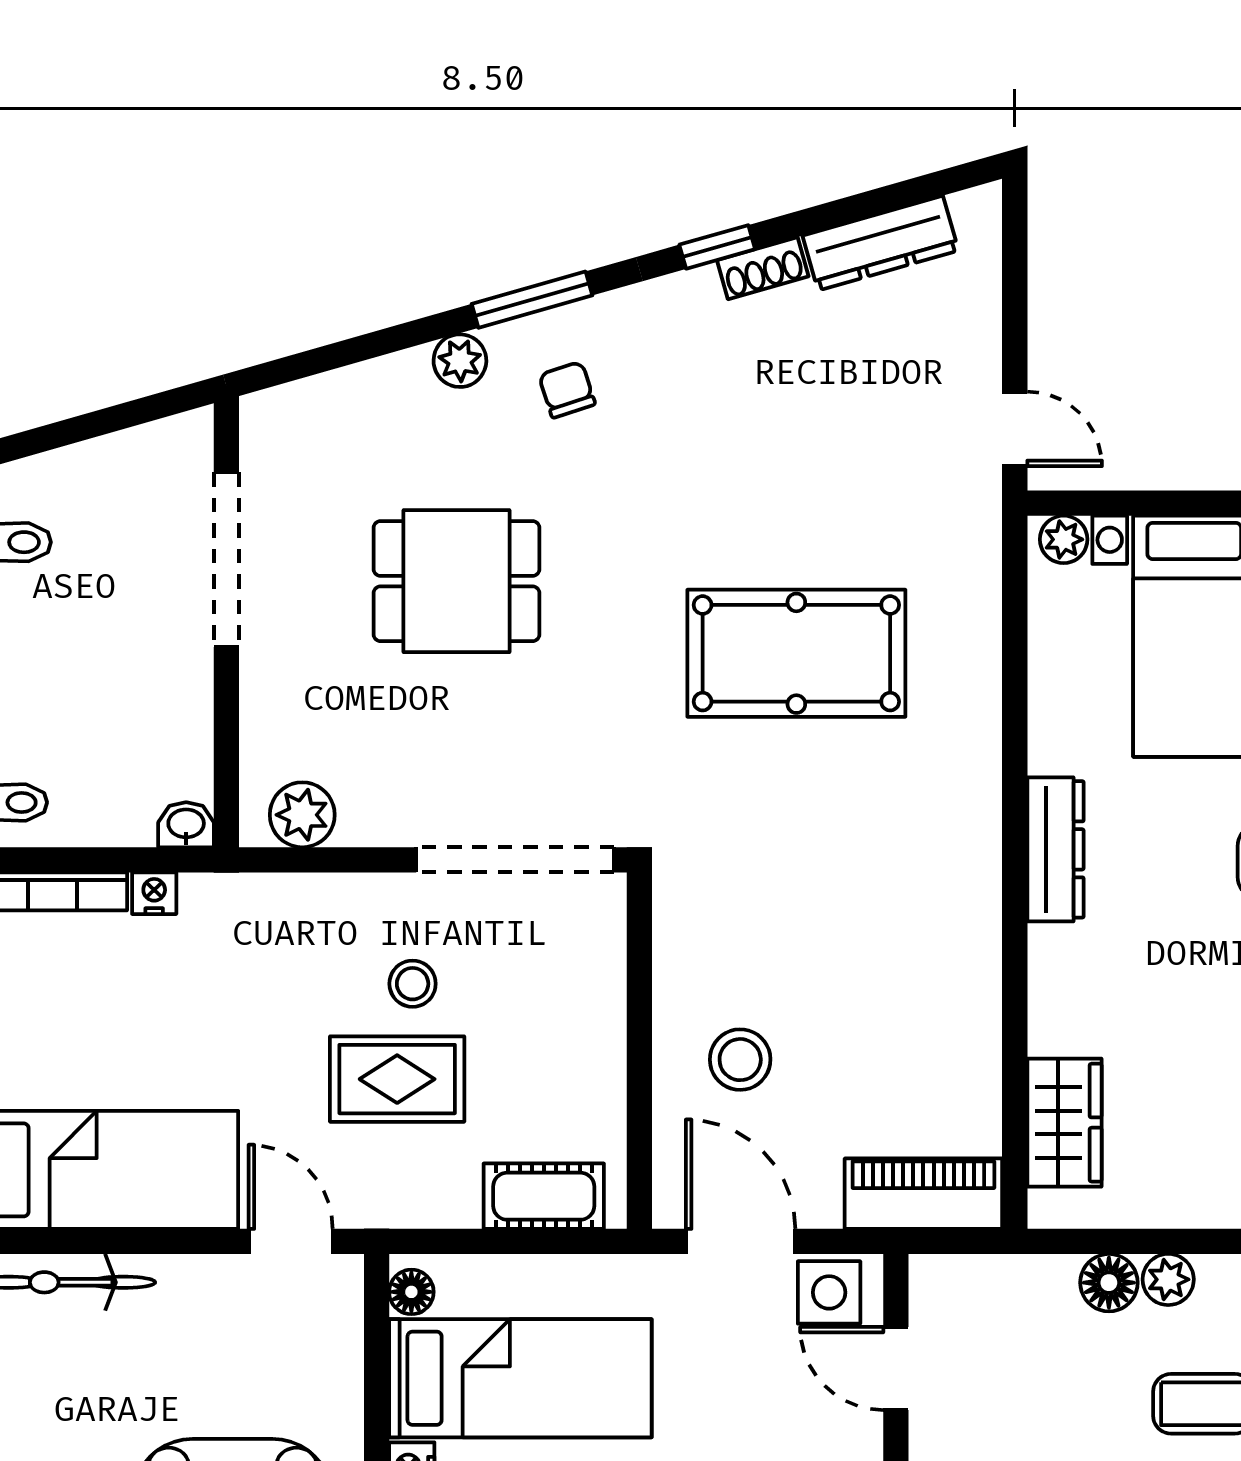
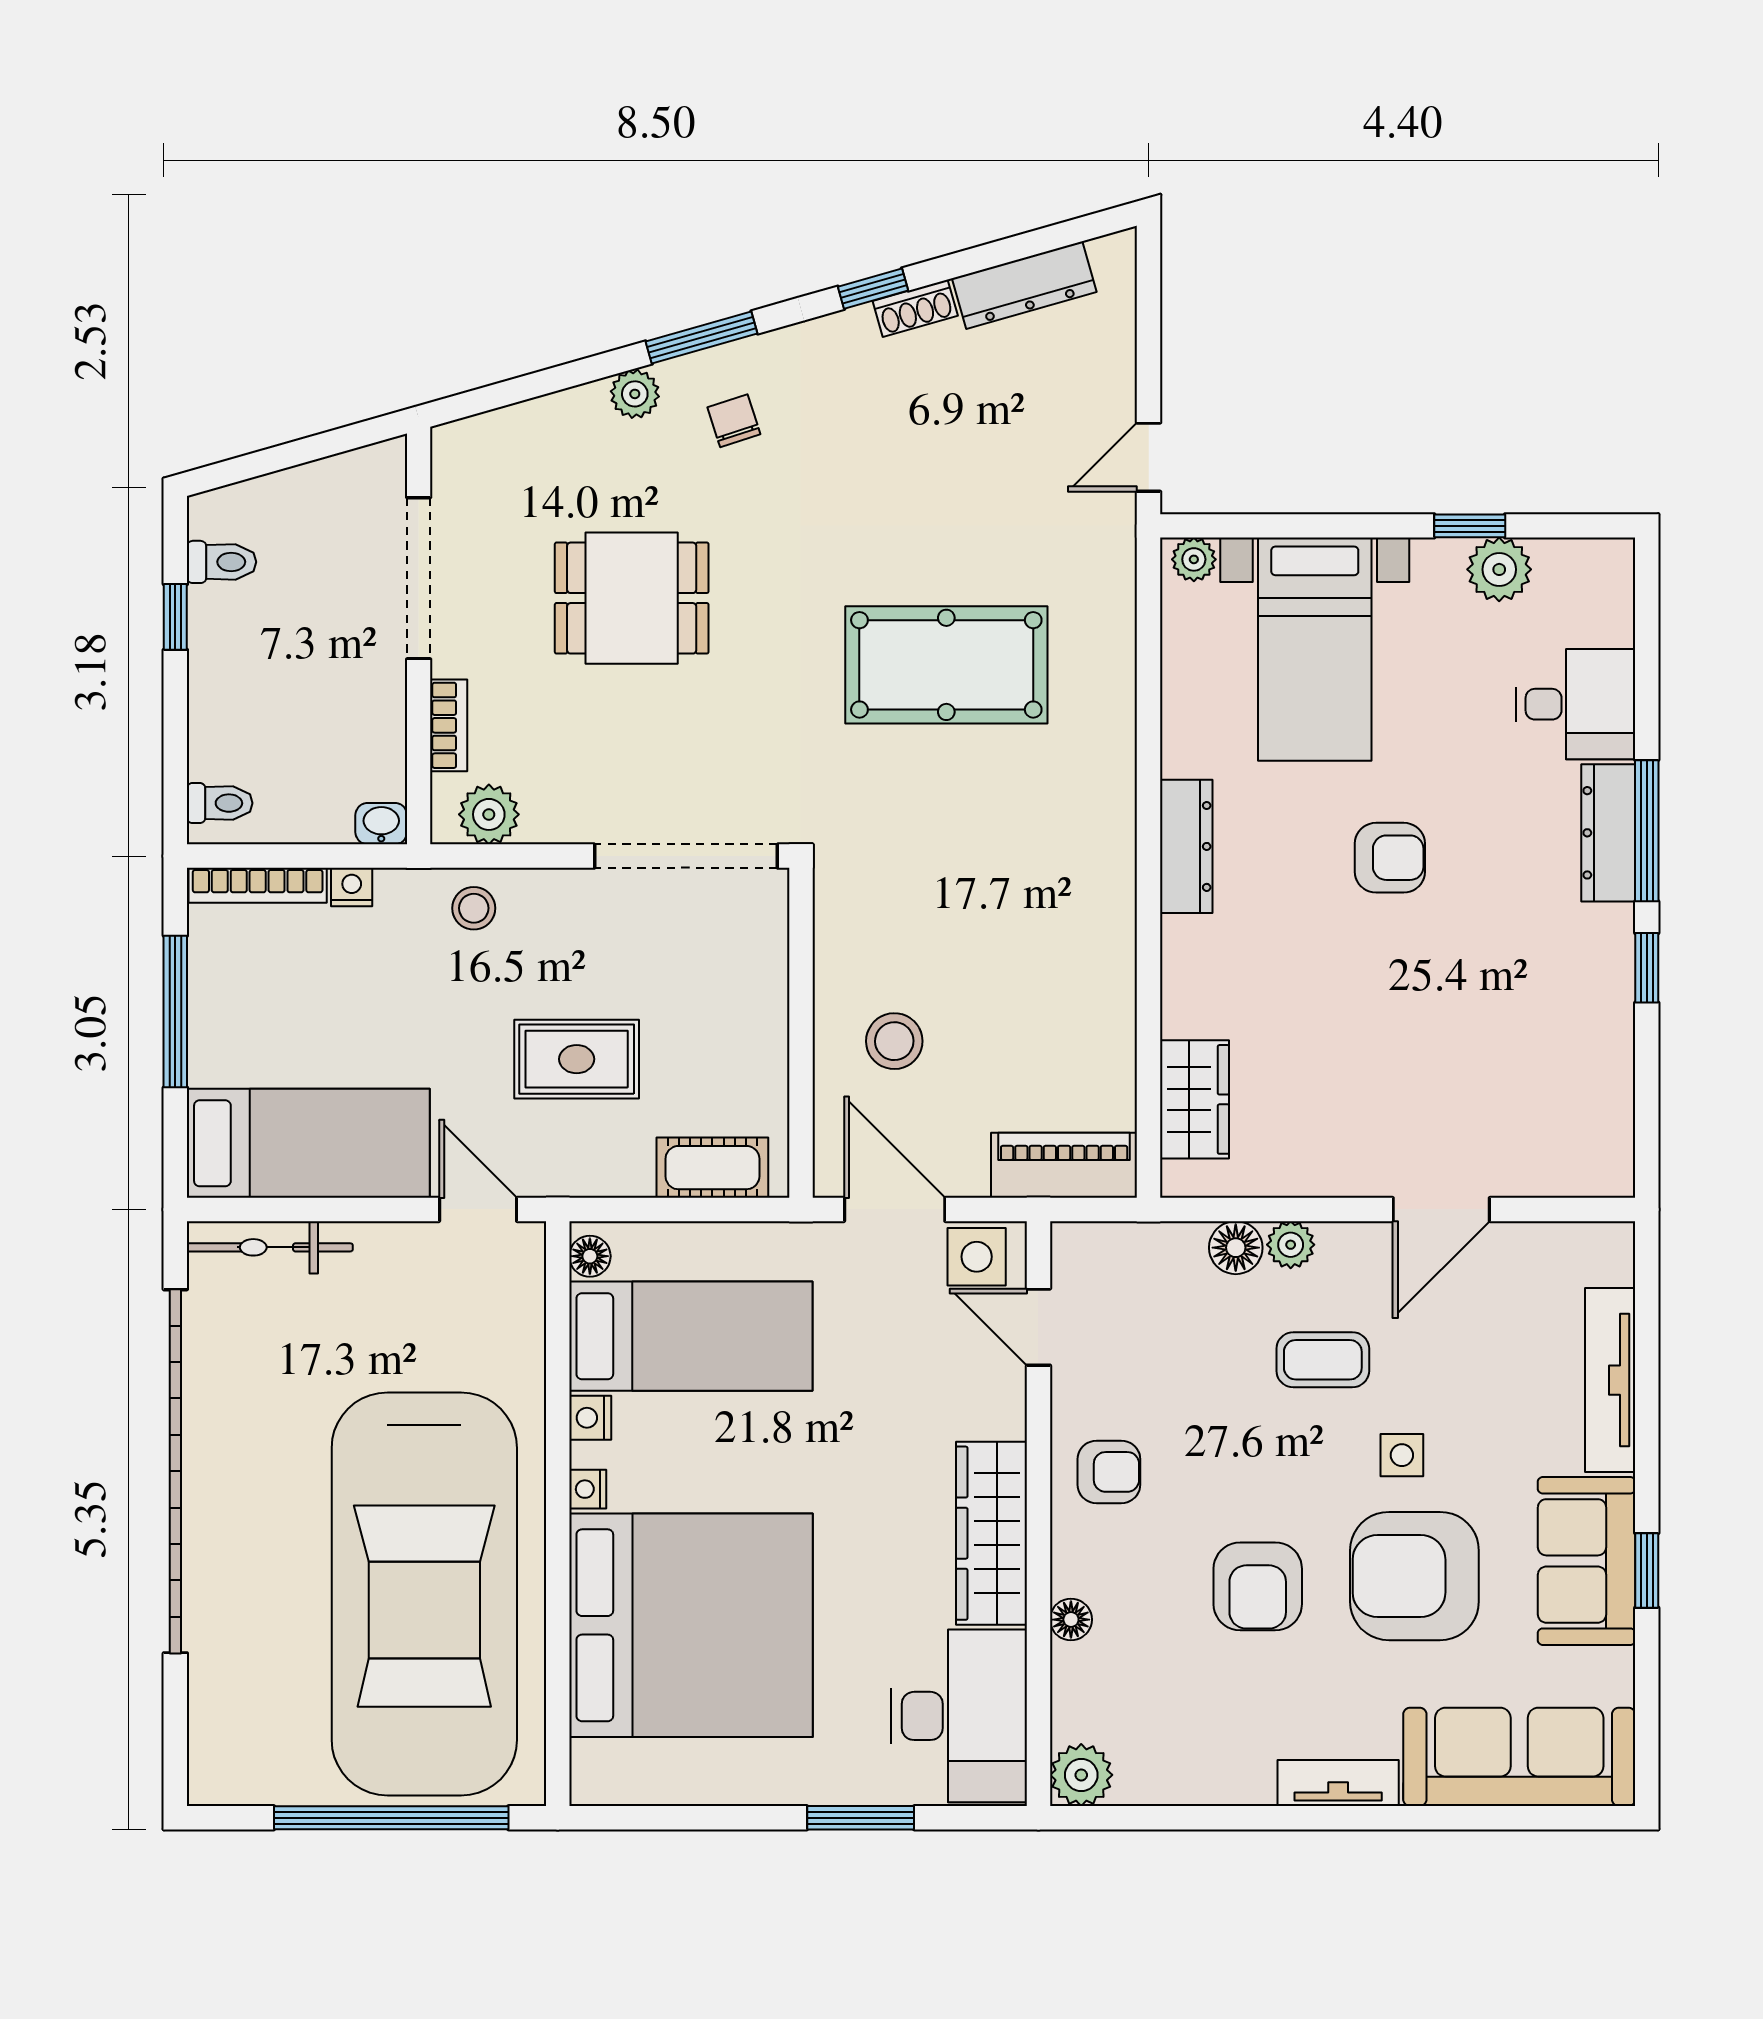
door: (1015, 429) -> (1149, 457), swing flipped
bookcase: (259, 719) -> (449, 725), added
stool: (413, 984) -> (474, 908), moved

